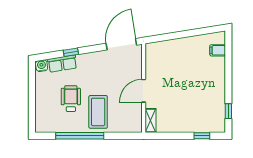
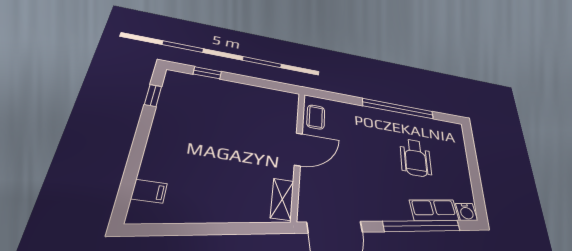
window: (71, 52) -> (422, 226), width x3.17
coffee table: (98, 112) -> (316, 117), moved, width x0.54, depth x0.58
shelving: (151, 121) -> (282, 199), moved

